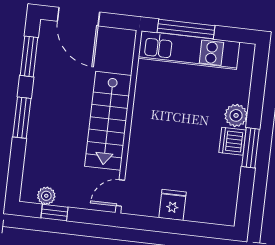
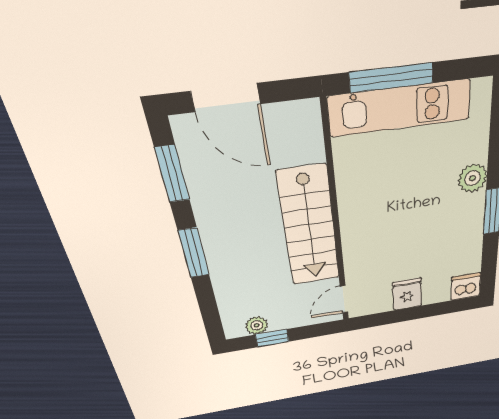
dishwasher: (232, 141) -> (466, 287), moved, turned 90

